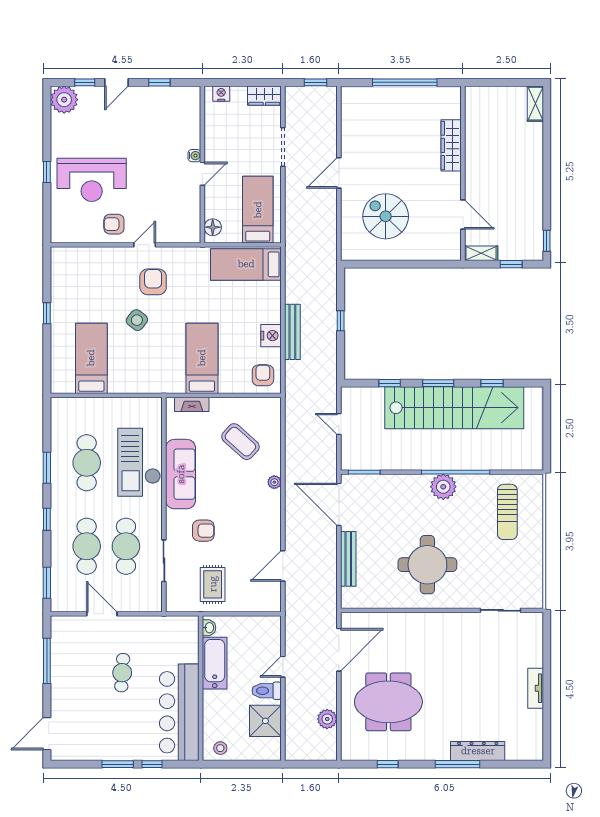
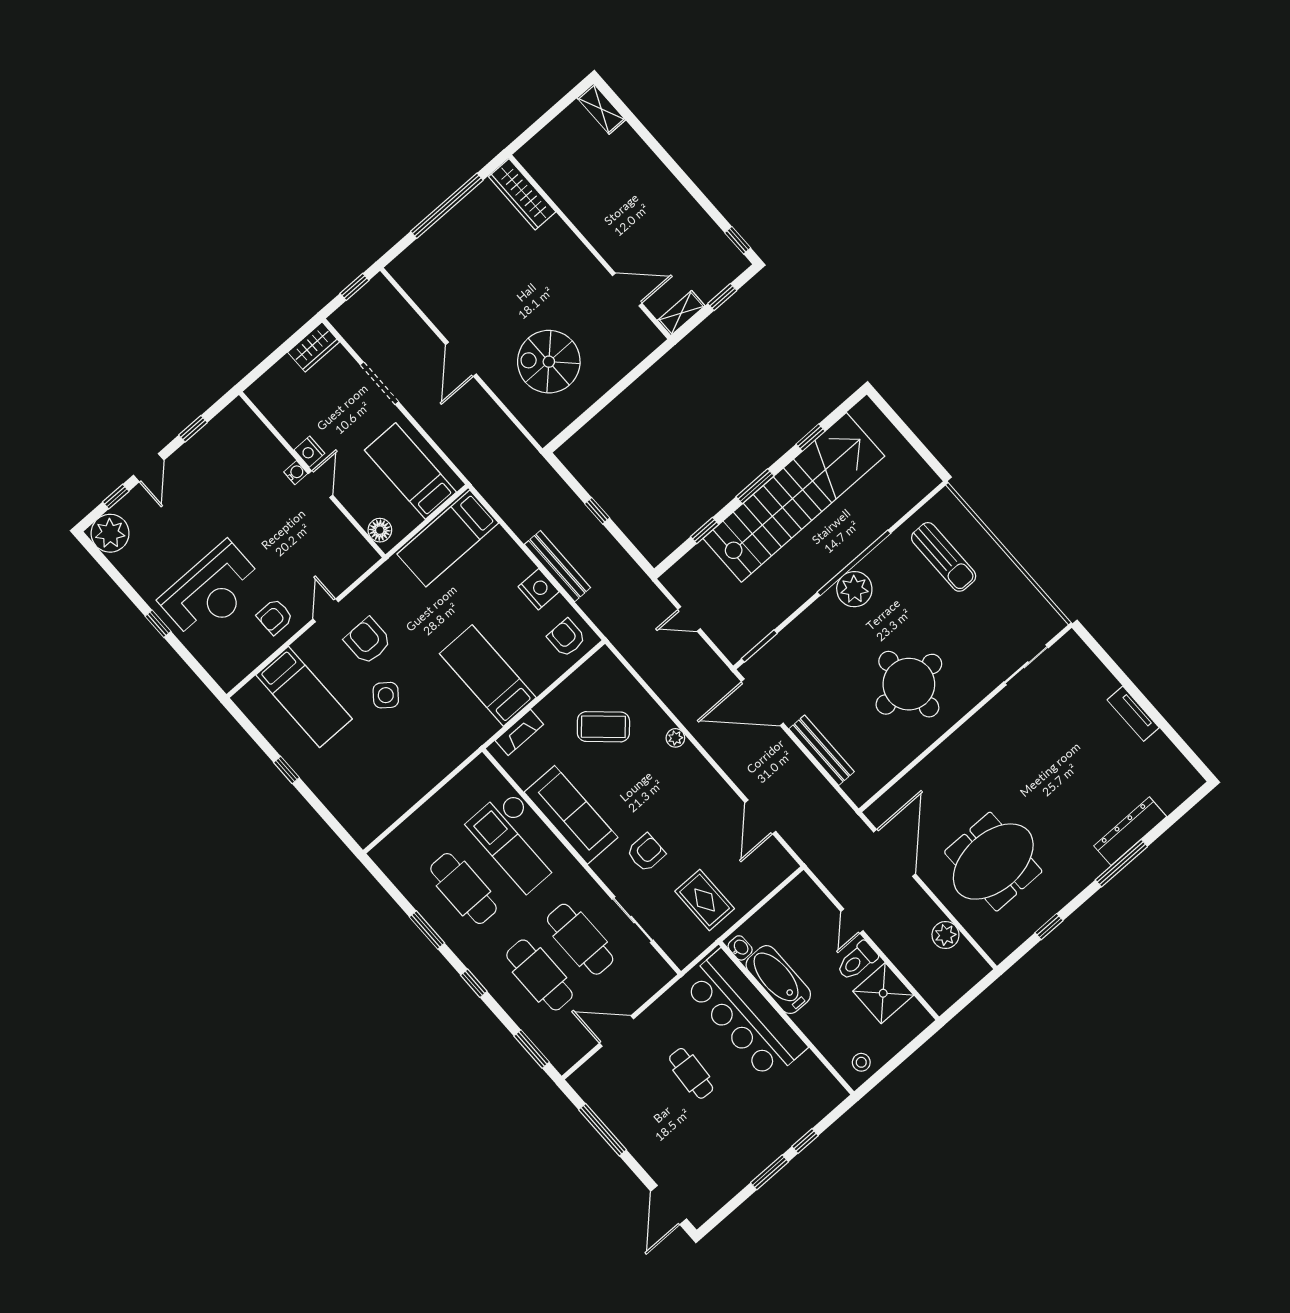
nightstand: (221, 94) -> (309, 452), moved, turned -90
wardrobe: (451, 145) -> (522, 194), moved
bed: (91, 358) -> (304, 697), moved, turned 180
bar counter: (179, 712) -> (745, 1015), moved

